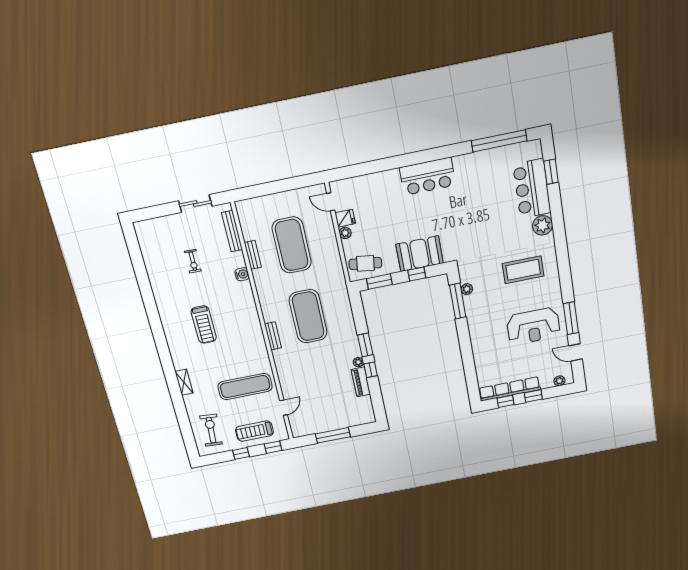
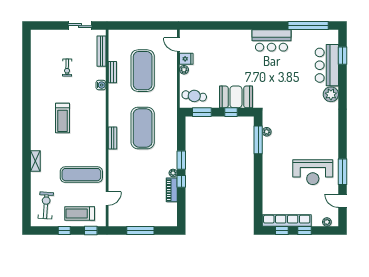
bar counter: (428, 176) -> (271, 40), moved
coffee table: (523, 270) -> (311, 125), removed

